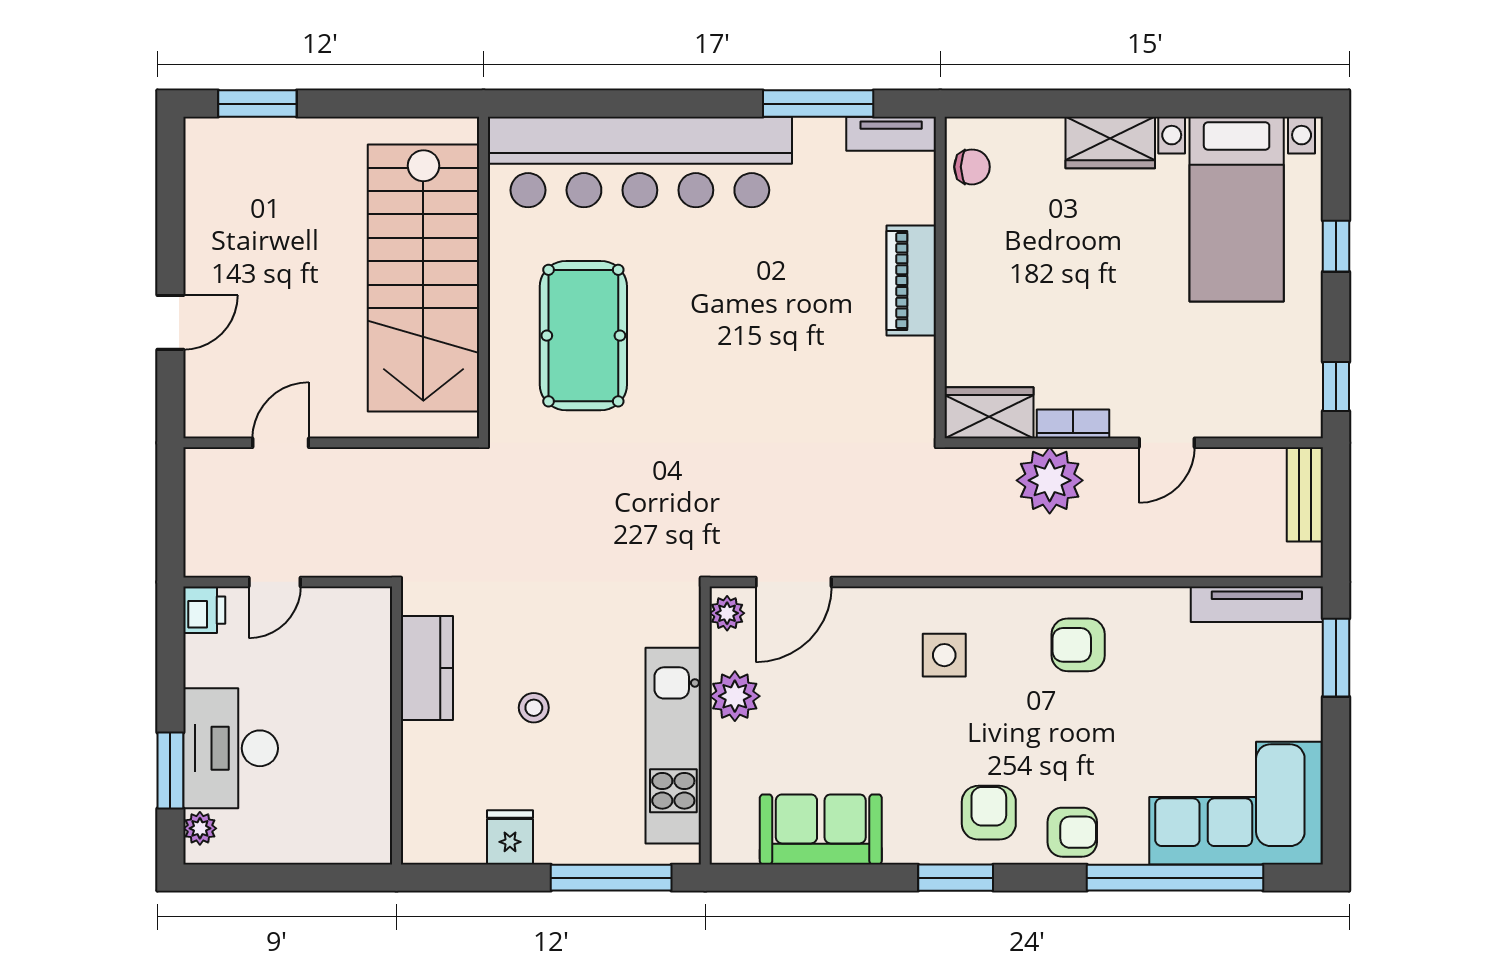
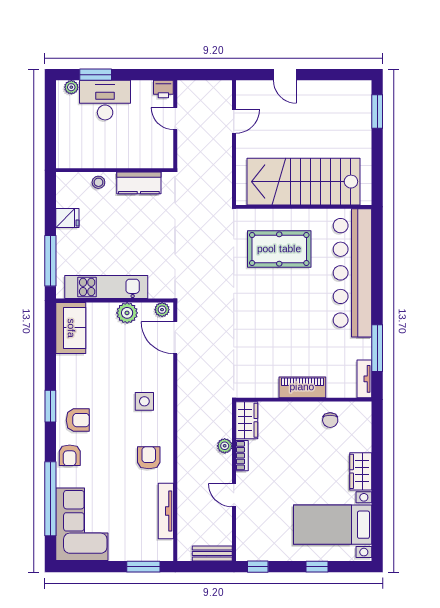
chair: (972, 167) -> (330, 420), moved
door: (281, 443) -> (234, 121), hinge flipped
plant: (1050, 480) -> (225, 446), width x0.53, depth x0.53
tv unit: (1257, 604) -> (166, 511), moved
stool: (534, 708) -> (98, 182), moved
sofa: (821, 829) -> (71, 328), moved

